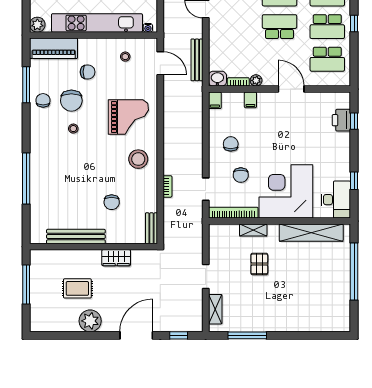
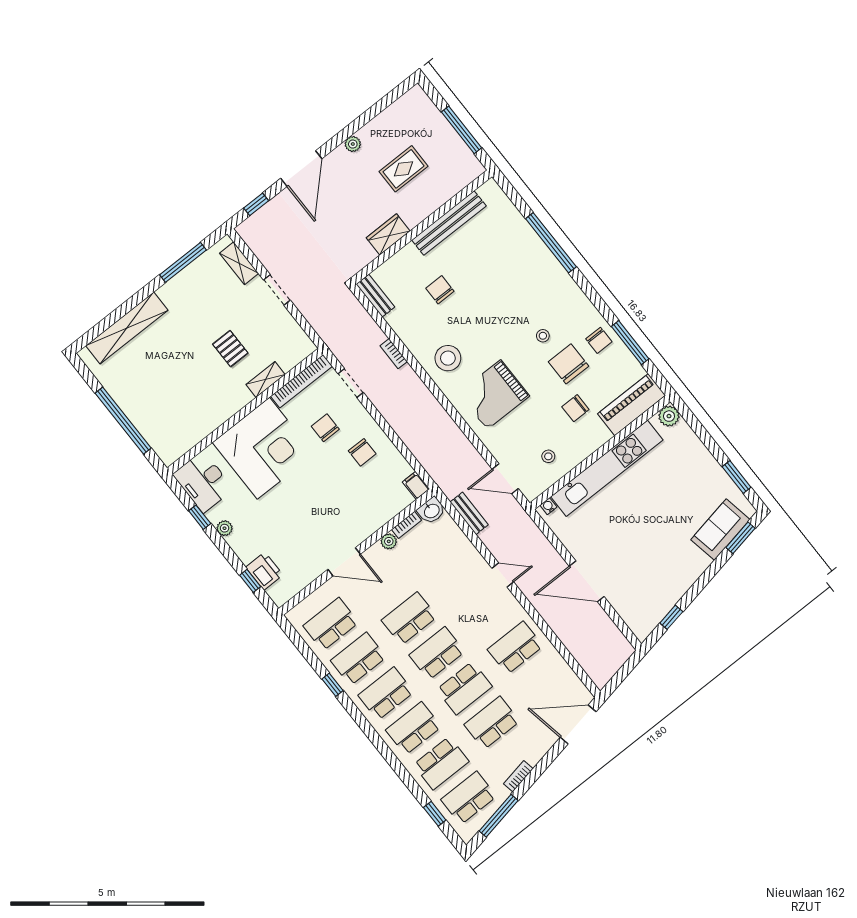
school desk: (280, 27) -> (409, 619), turned 180
bench: (197, 60) -> (469, 513), width x0.73
filing cabinet: (250, 100) -> (378, 516), removed
plant: (345, 163) -> (225, 528), added
shelving: (311, 233) -> (127, 328), moved
plant: (90, 321) -> (353, 144), width x0.53, depth x0.53

